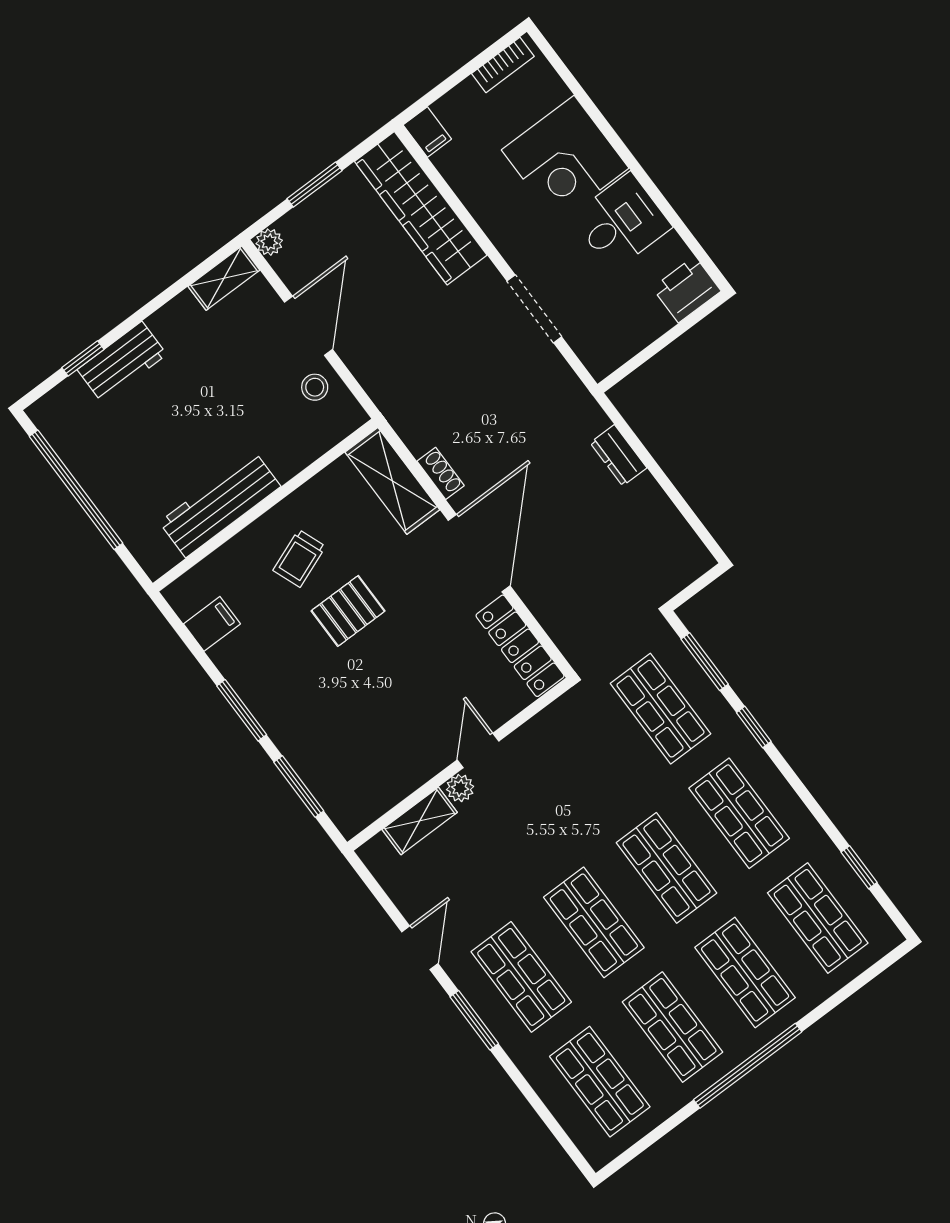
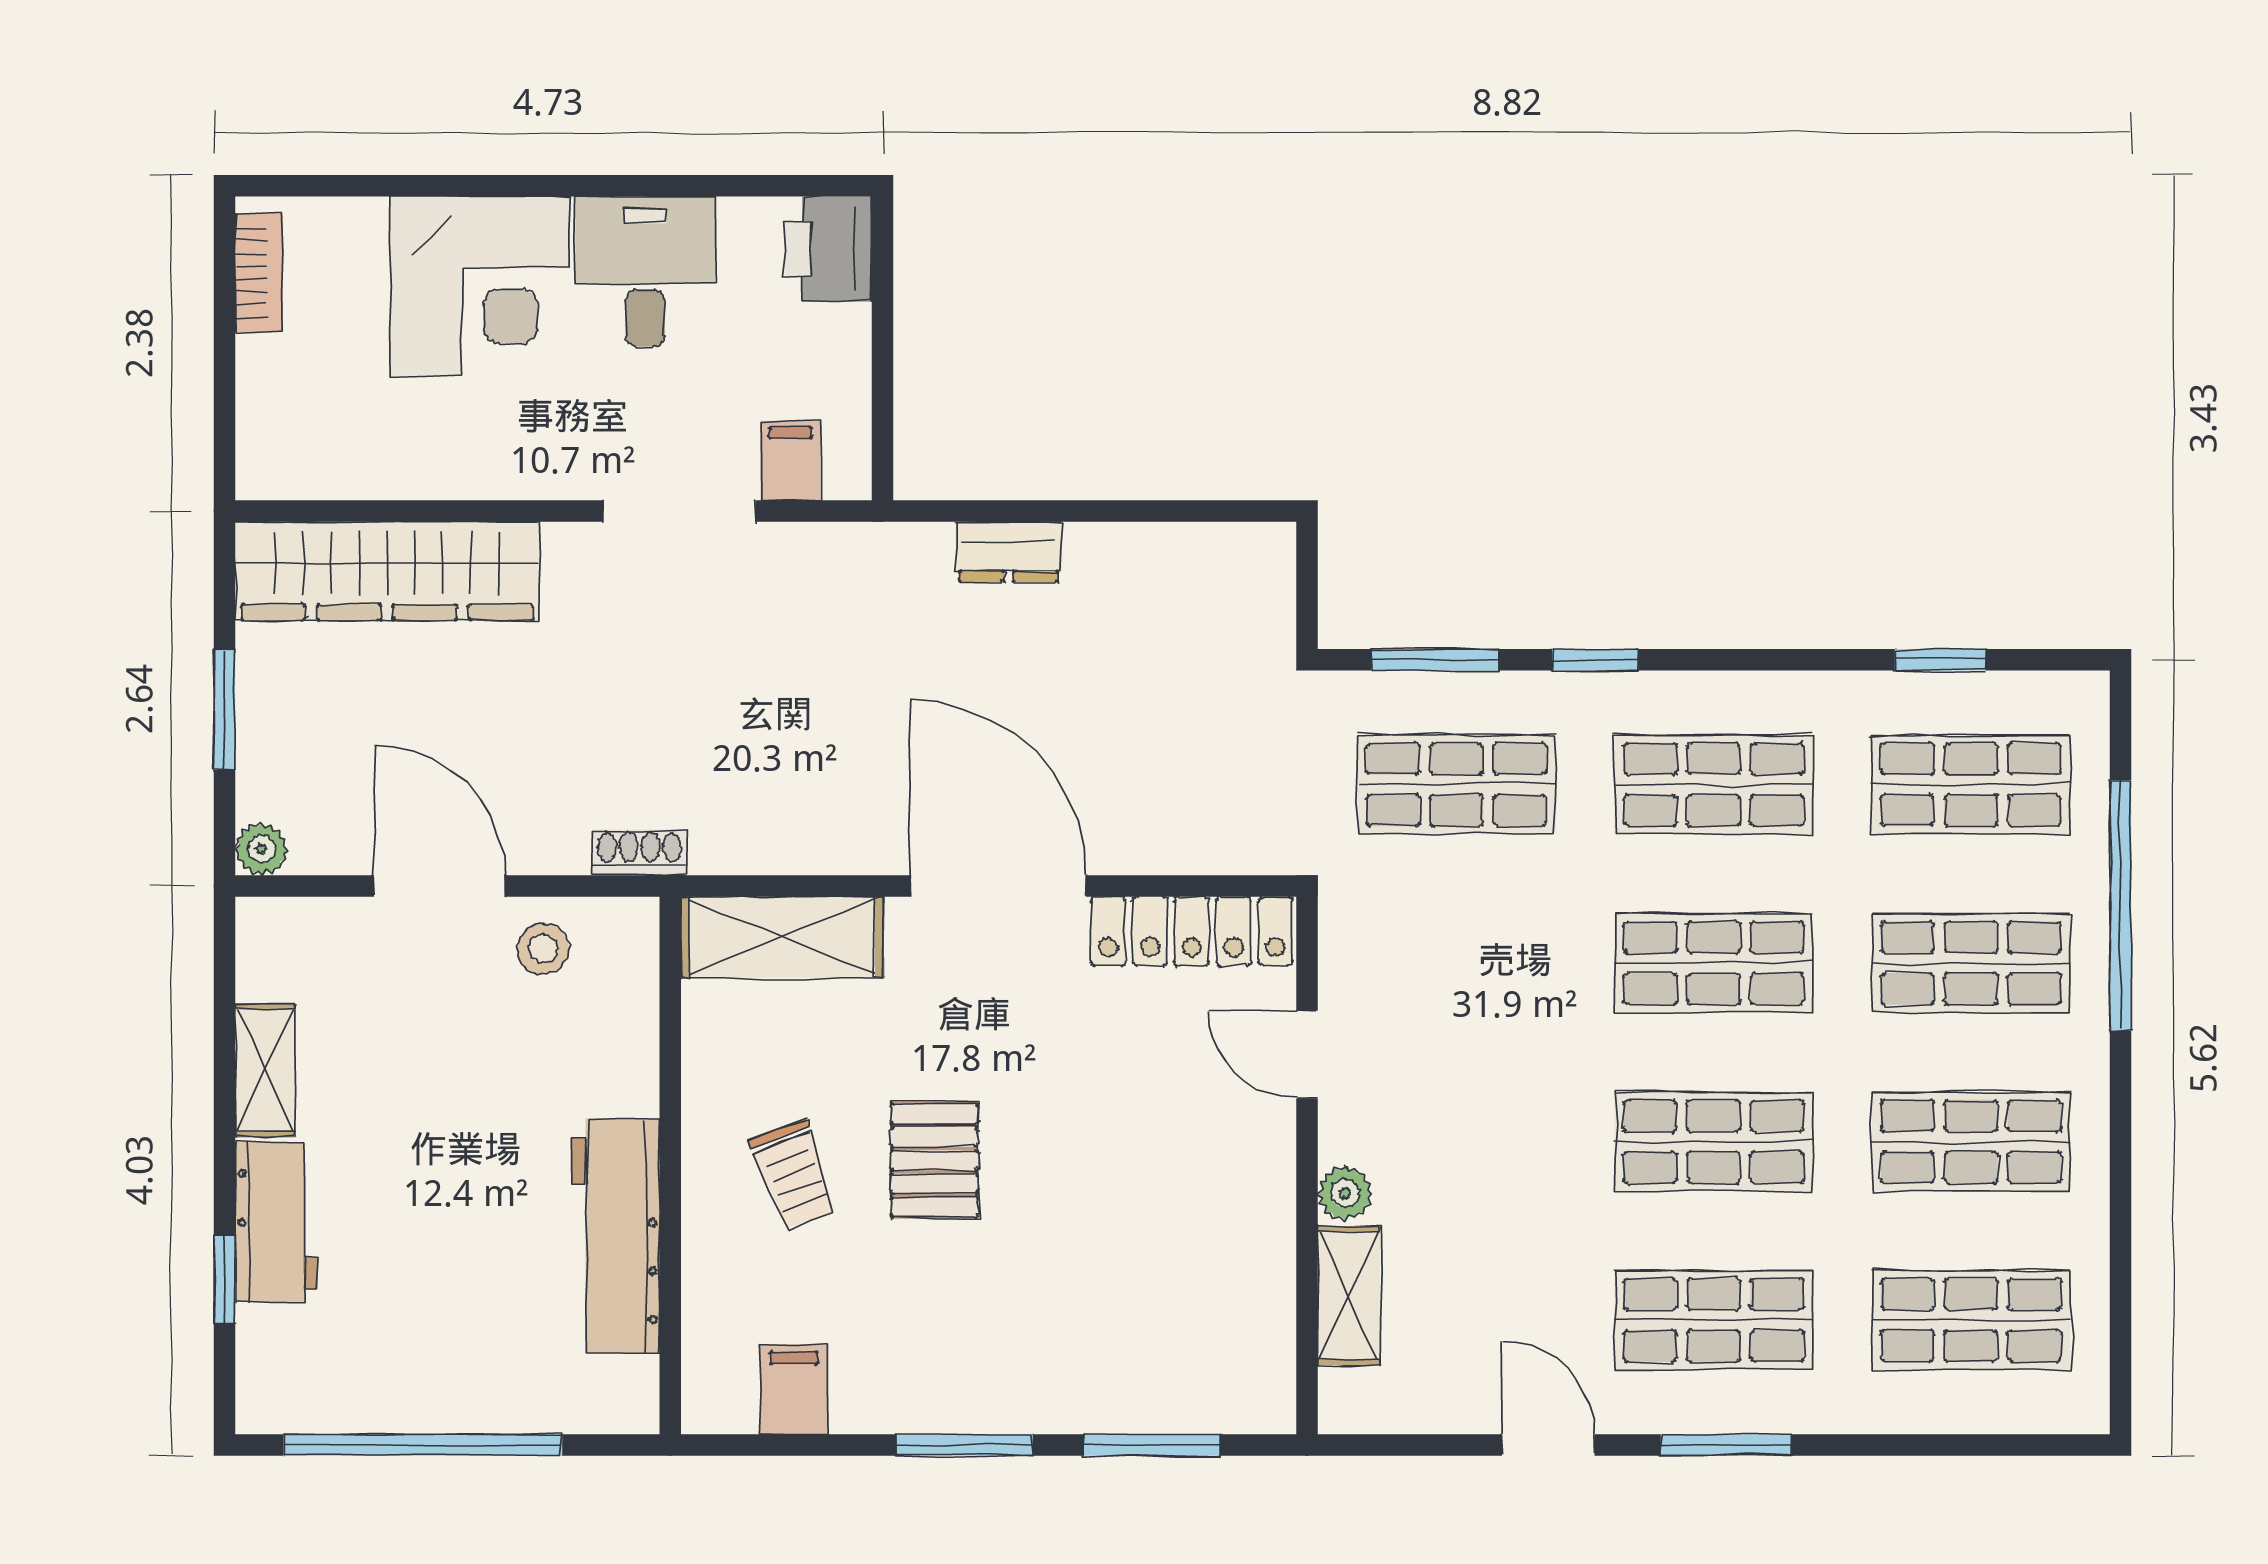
filing cabinet: (427, 132) -> (790, 461), moved, turned -90
shelving: (224, 278) -> (265, 1070), moved
shoe rack: (441, 473) -> (640, 853), moved
door: (478, 751) -> (1307, 1055), moved
window: (748, 1066) -> (2120, 905), moved

